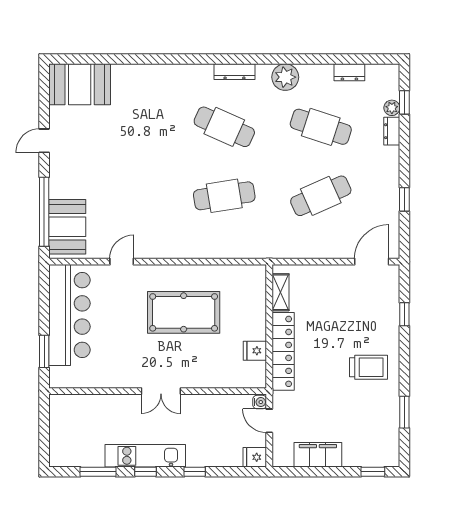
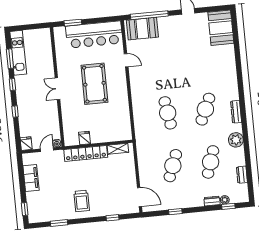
cafe table: (321, 196) -> (173, 166), turned 45
pool table: (184, 312) -> (94, 84), moved
kitchen unit: (145, 456) -> (18, 53), moved

